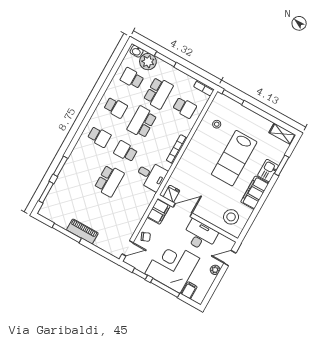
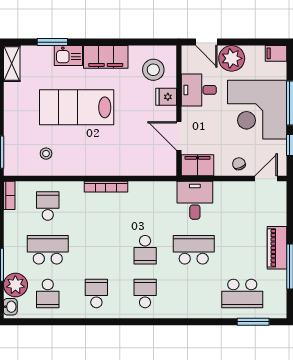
school desk: (142, 122) -> (242, 293), moved
lab bench: (234, 158) -> (77, 107), turned 180
window: (60, 166) -> (210, 322), removed
desk: (151, 176) -> (195, 200), moved
fridge: (171, 194) -> (166, 97), moved
desk: (200, 235) -> (199, 90), width x0.73
door: (128, 248) -> (266, 179), hinge flipped
plant: (215, 270) -> (232, 58), width x1.87, depth x1.87
filing cabinet: (189, 290) -> (276, 53), moved

